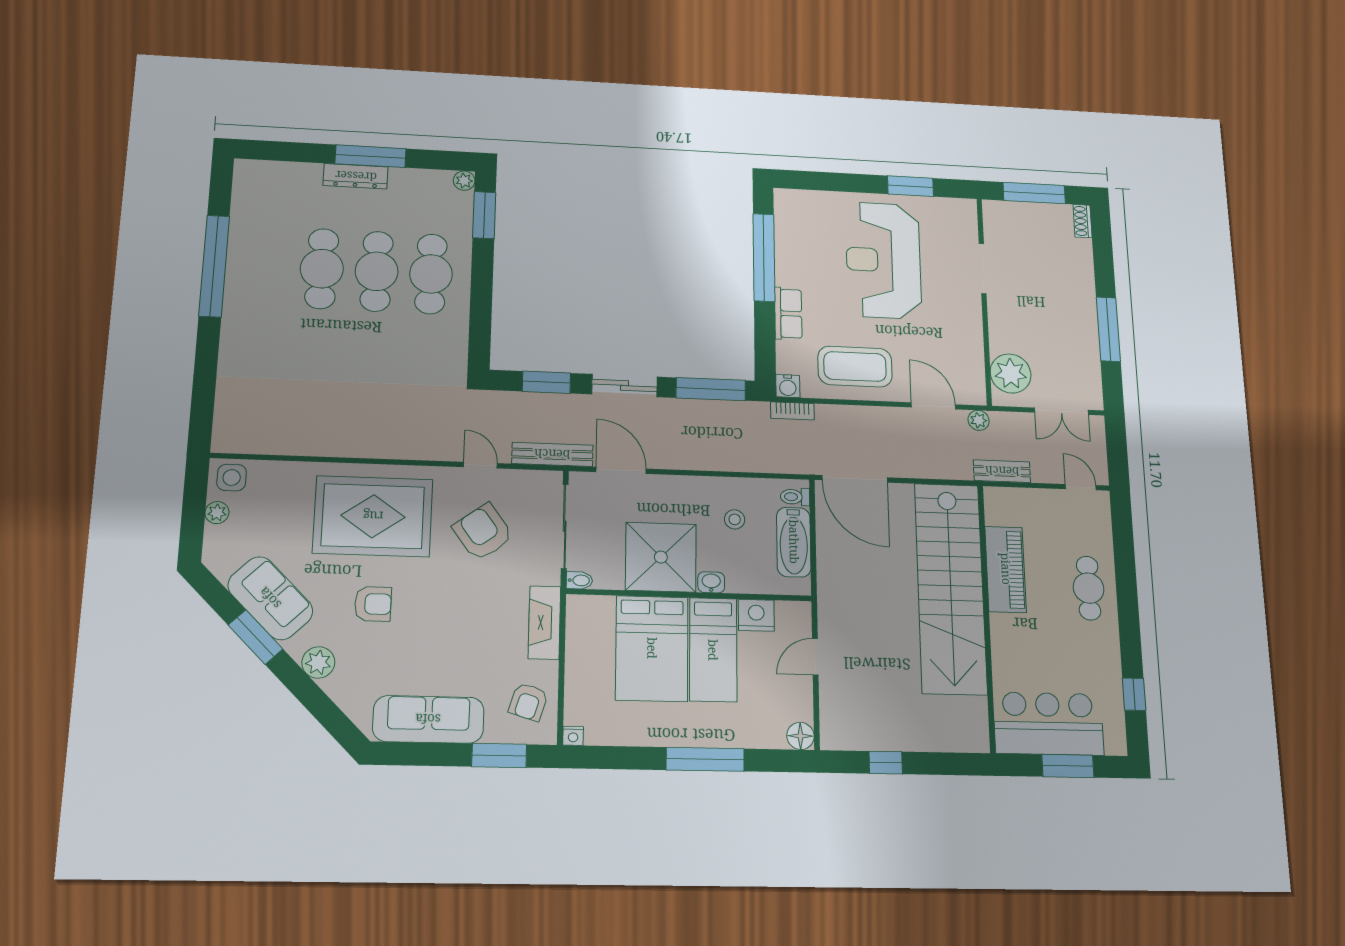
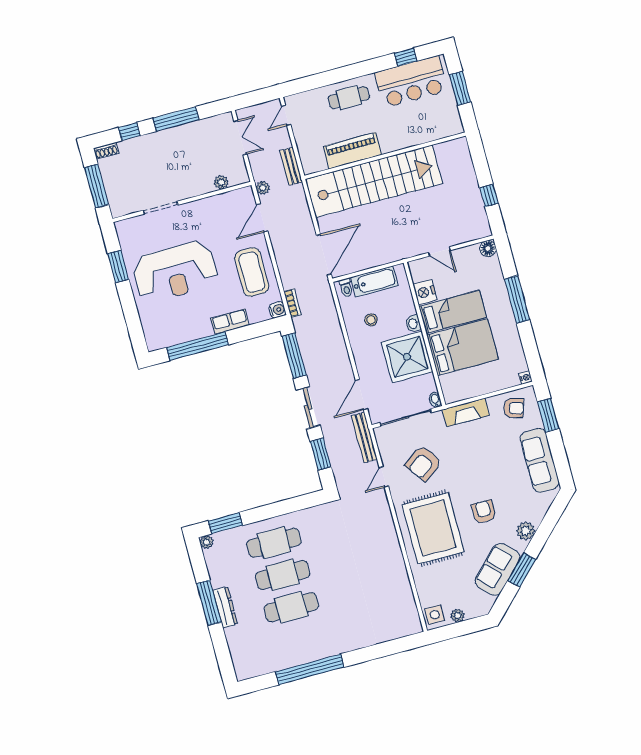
window: (1103, 260) -> (129, 132), added
plant: (1011, 373) -> (221, 182), width x0.53, depth x0.53
bar counter: (1048, 724) -> (411, 82), moved, turned -90

